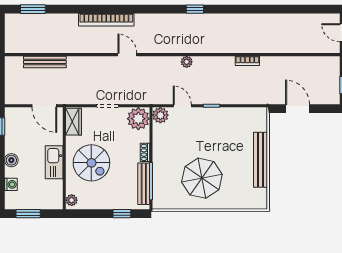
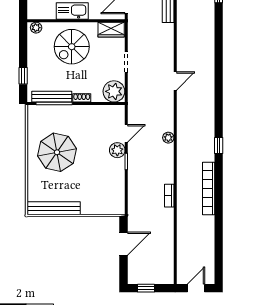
bookcase: (106, 20) -> (209, 188), moved
plant: (160, 115) -> (117, 150), moved
bench: (261, 160) -> (54, 208), moved

